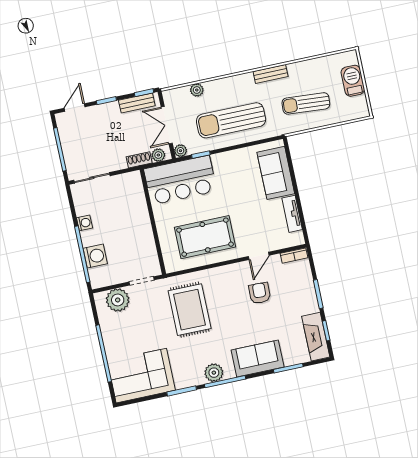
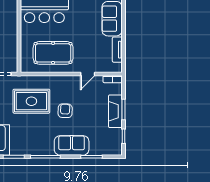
armchair: (260, 293) -> (65, 111), moved
rug: (190, 310) -> (31, 101), turned 90
fireplace: (316, 337) -> (115, 111), moved
plant: (214, 373) -> (39, 149), removed

